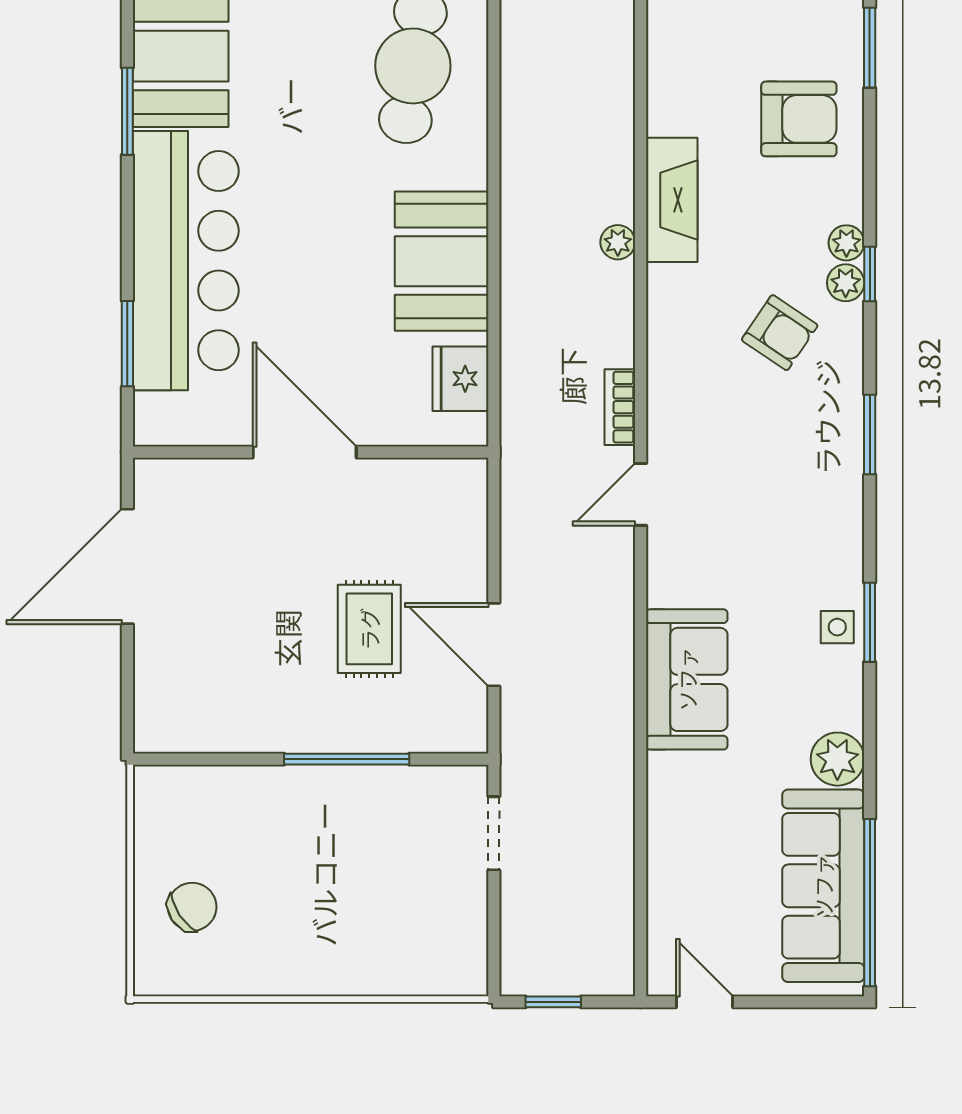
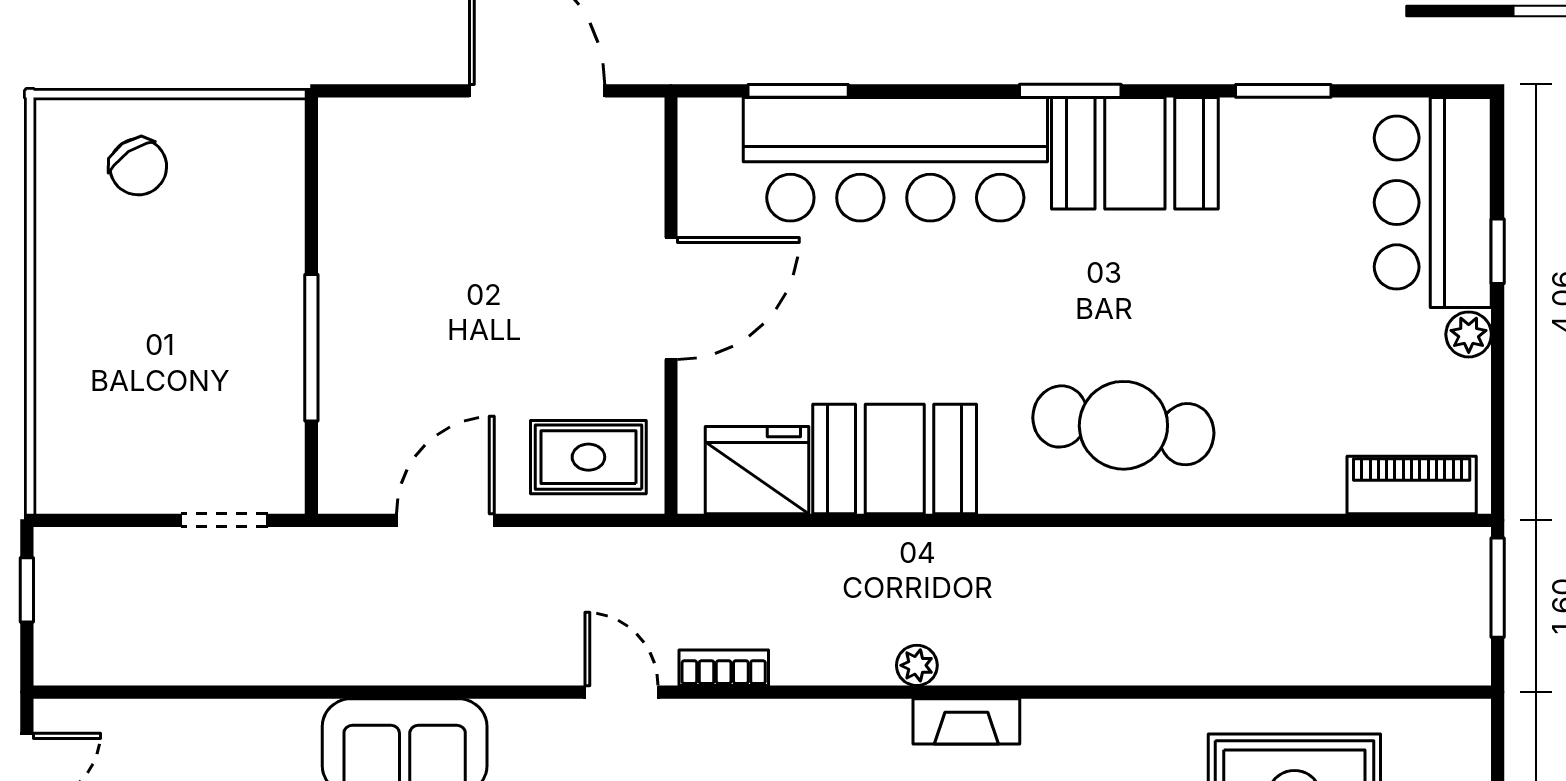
fireplace: (672, 200) -> (966, 721), width x0.73, depth x0.76
fridge: (461, 379) -> (757, 470), width x1.36, depth x1.34
rug: (369, 629) -> (588, 457), moved

